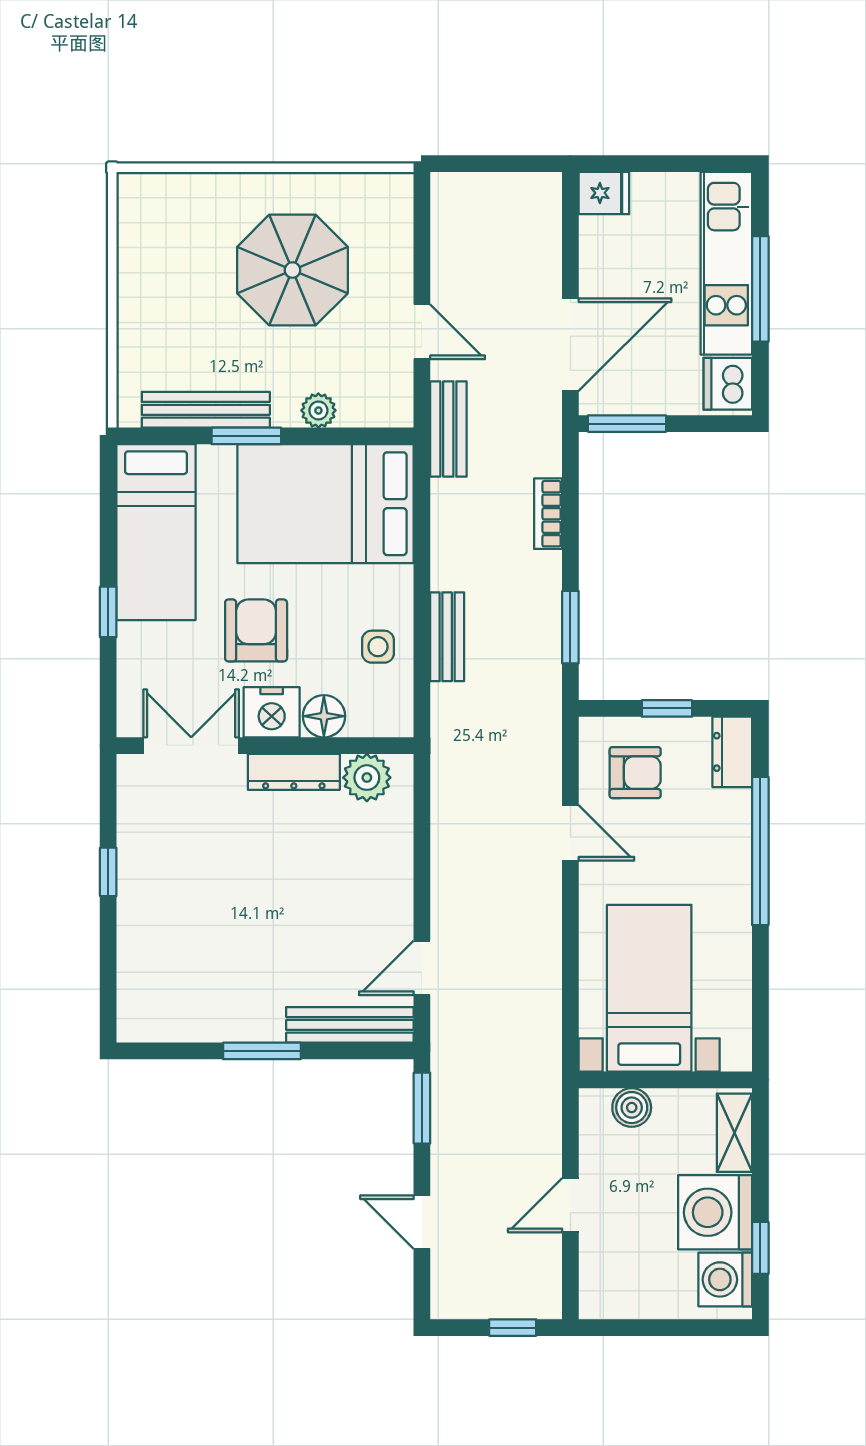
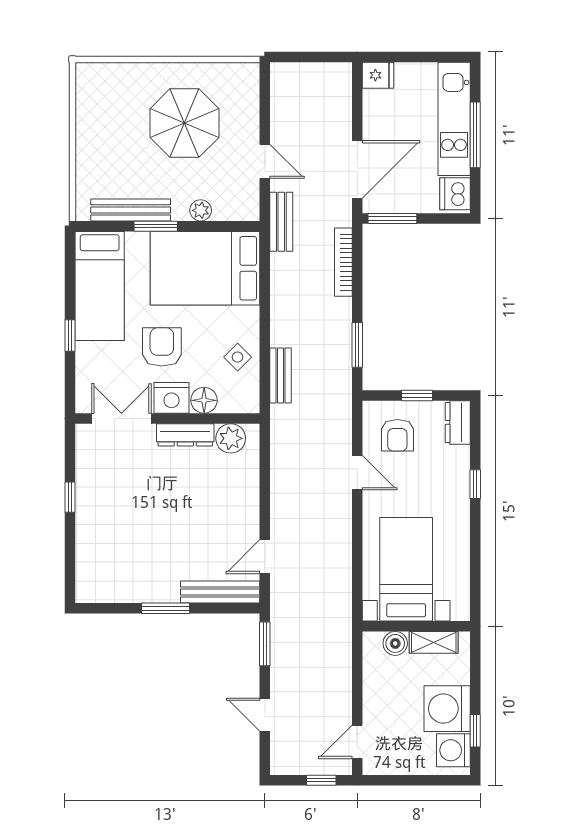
bookcase: (548, 514) -> (343, 262), width x1.56
bench: (447, 637) -> (281, 375), moved
side table: (378, 647) -> (238, 357), turned 45
armchair: (635, 773) -> (397, 435), turned 90
window: (760, 851) -> (475, 484), width x0.32
shelving: (734, 1133) -> (434, 642), moved, turned 90
door: (570, 1205) -> (357, 742), moved

